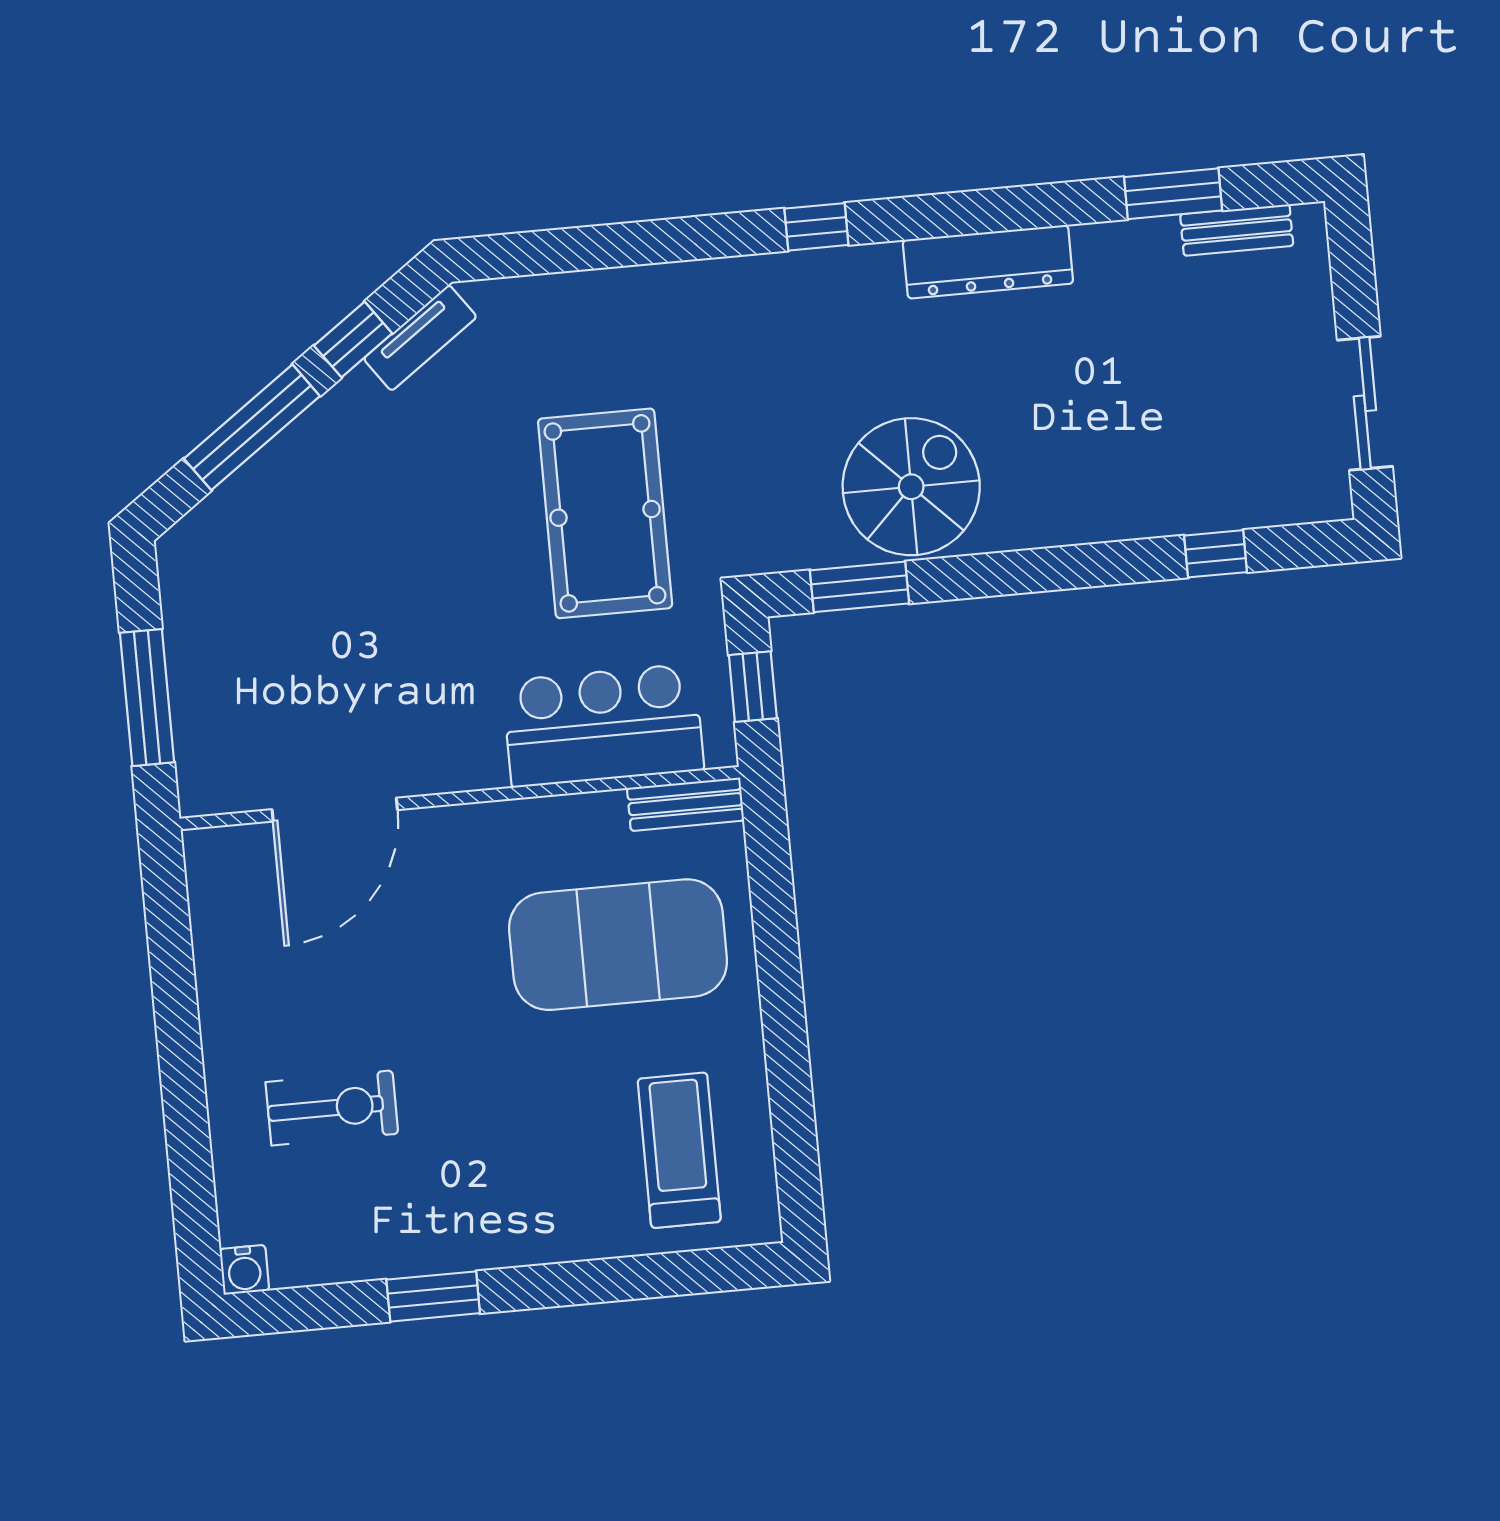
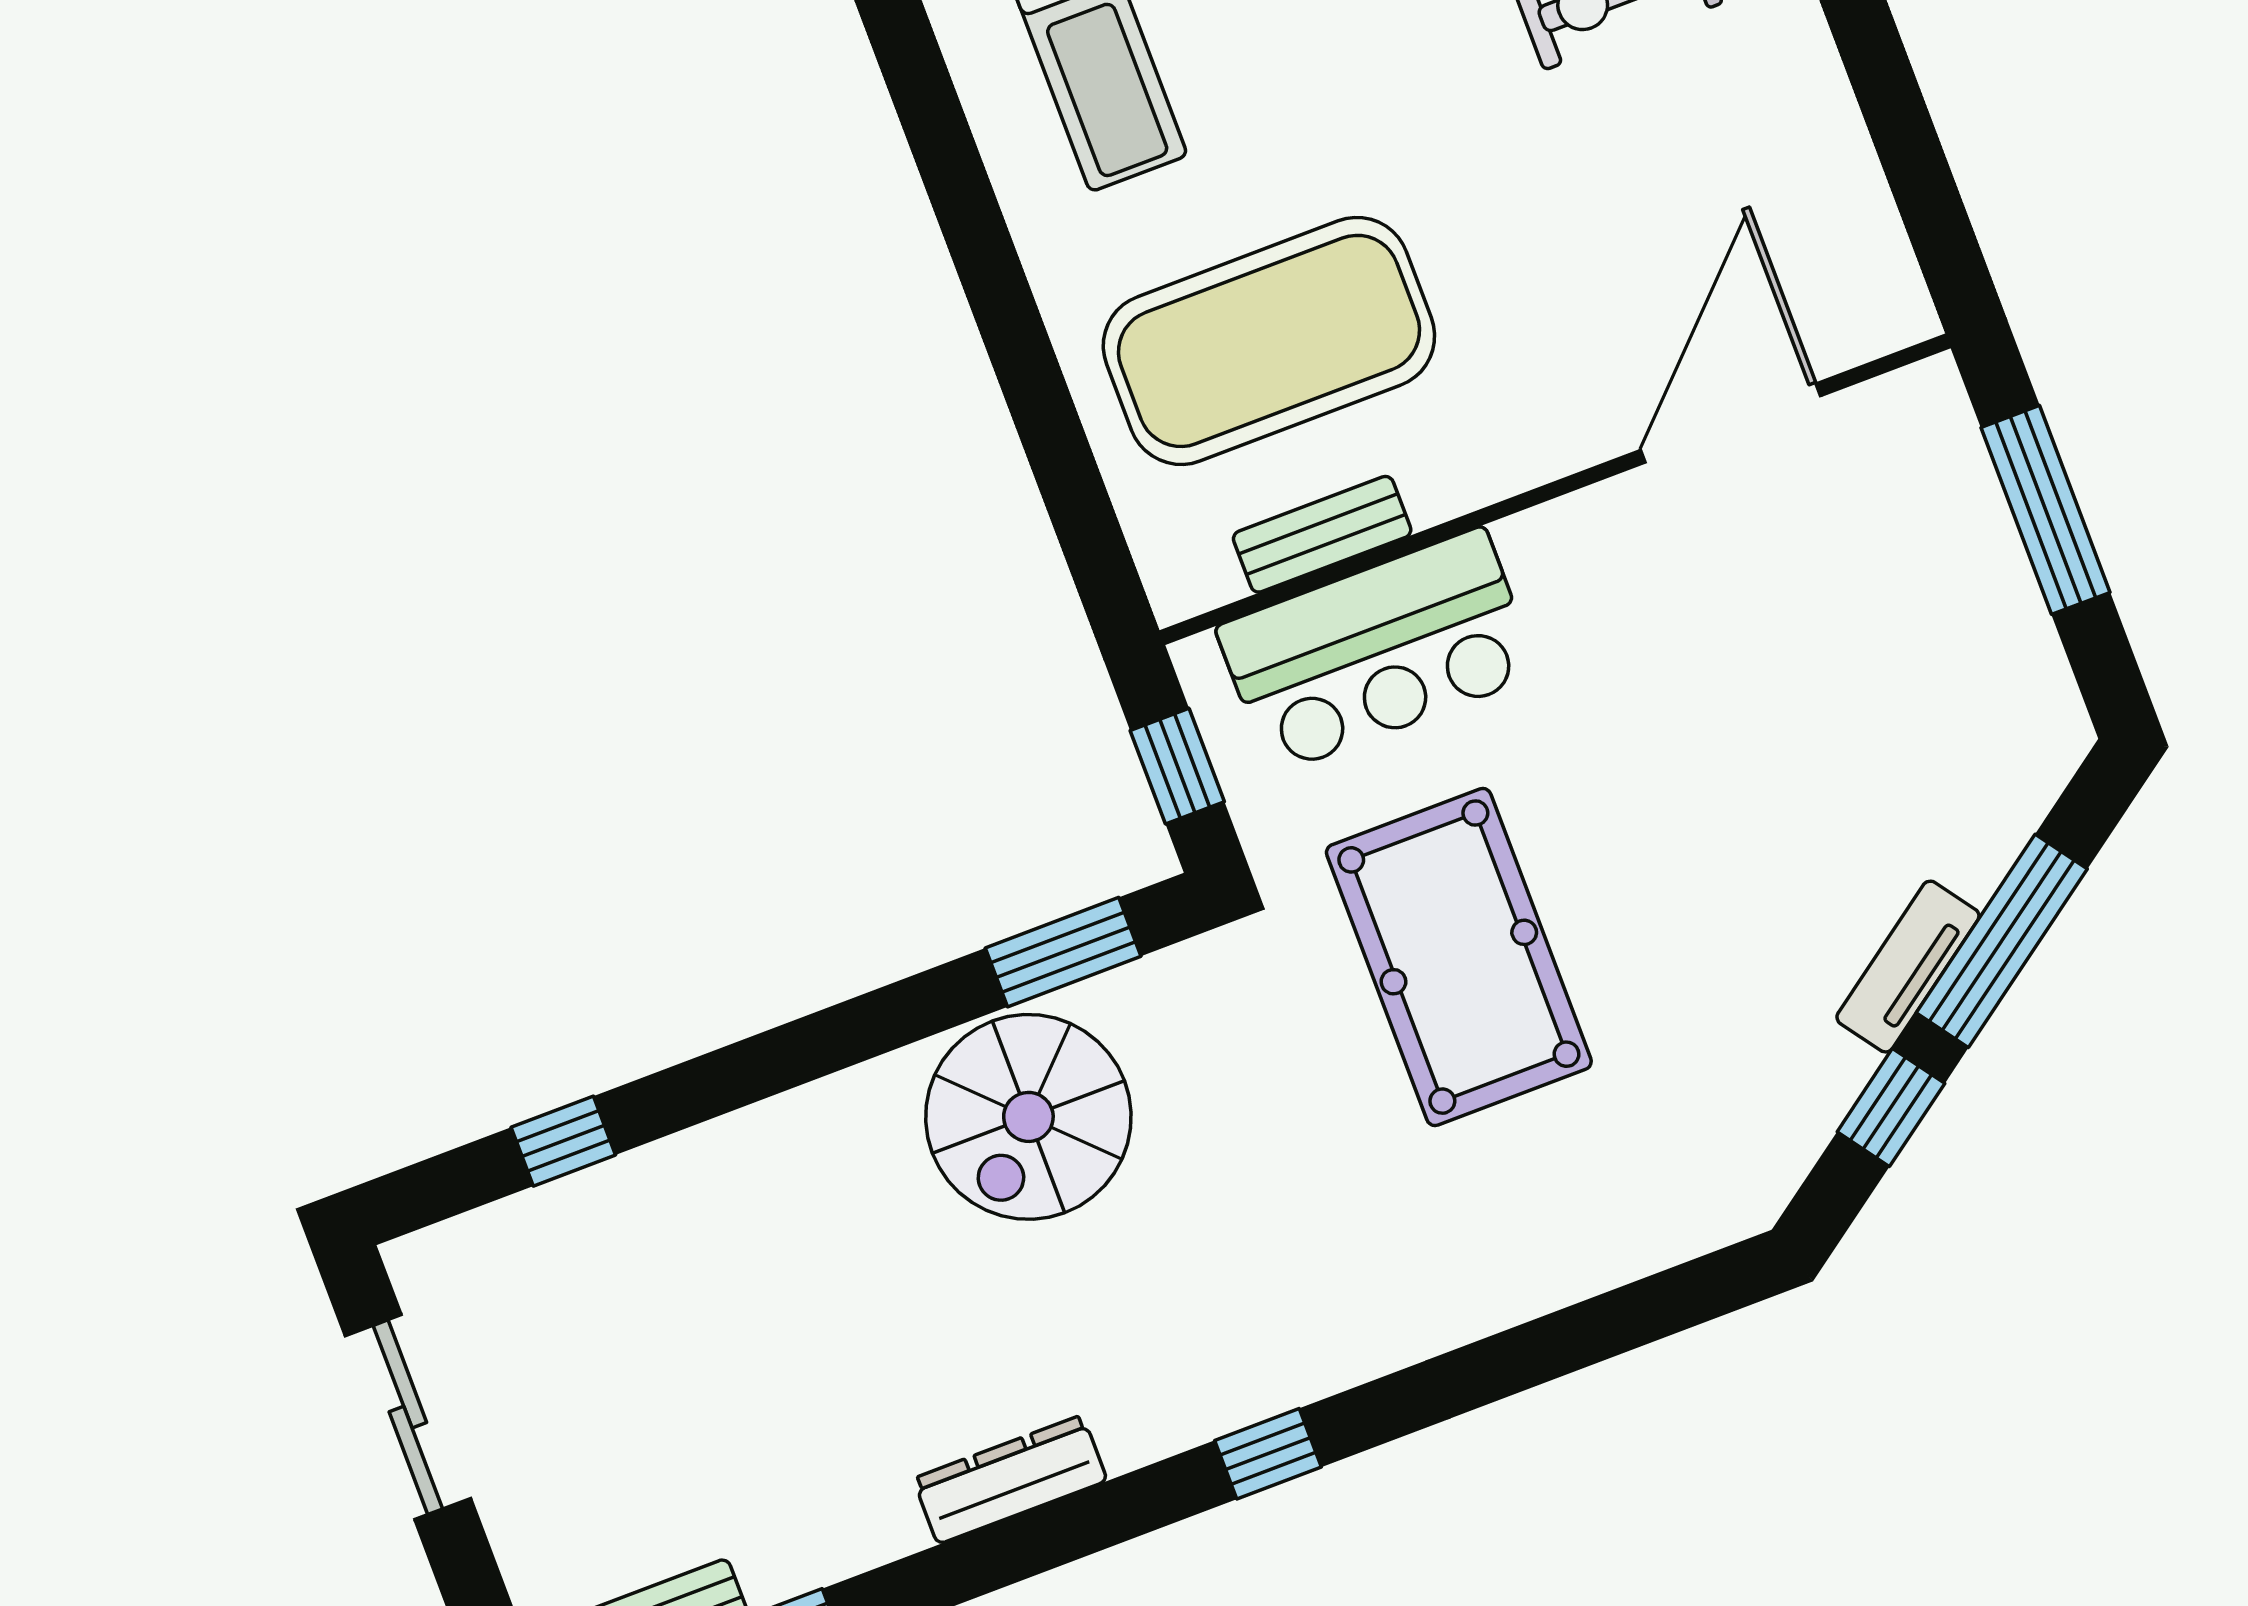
dresser: (988, 262) -> (1010, 1480), width x0.73, depth x0.80
tv unit: (420, 338) -> (1908, 967), moved
bench: (685, 804) -> (1322, 534), moved

